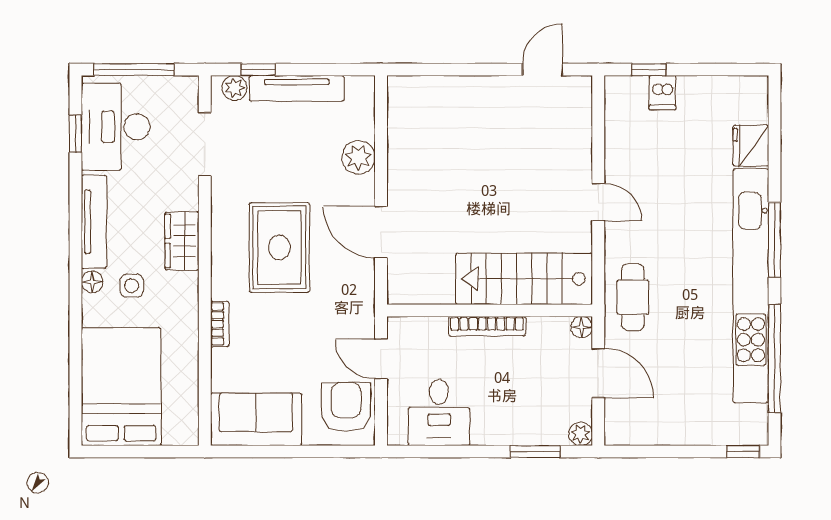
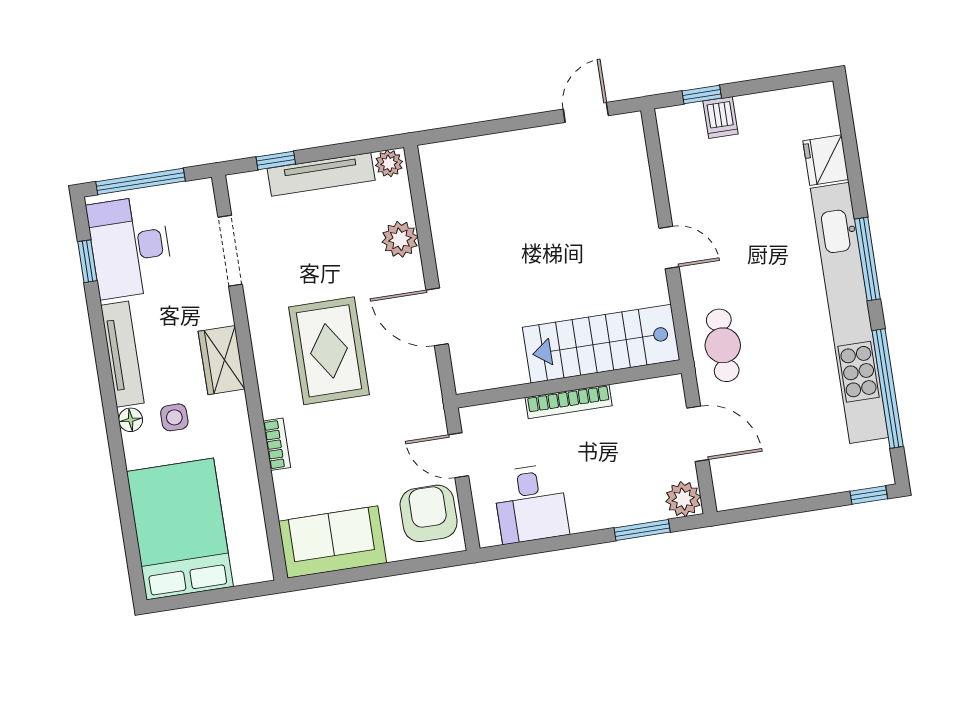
plant: (235, 88) -> (389, 163), moved
floor lamp: (582, 327) -> (672, 387), removed
plant: (581, 434) -> (683, 499), width x1.38, depth x1.38

